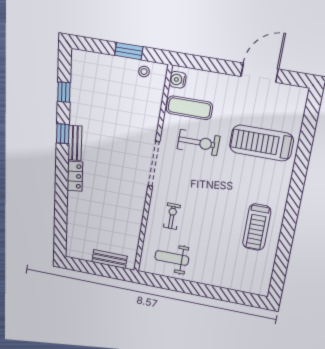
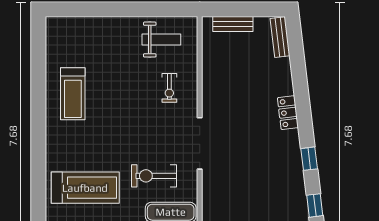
bench: (75, 143) -> (280, 37), moved
treadmill: (257, 227) -> (73, 94), turned 180

